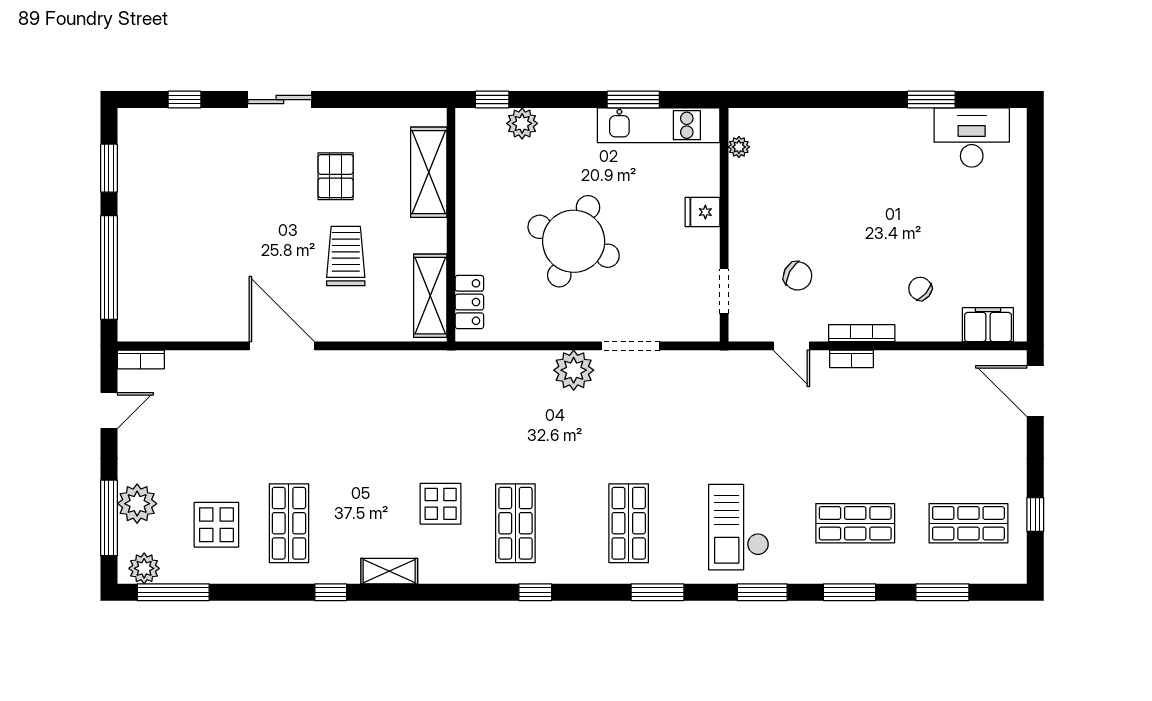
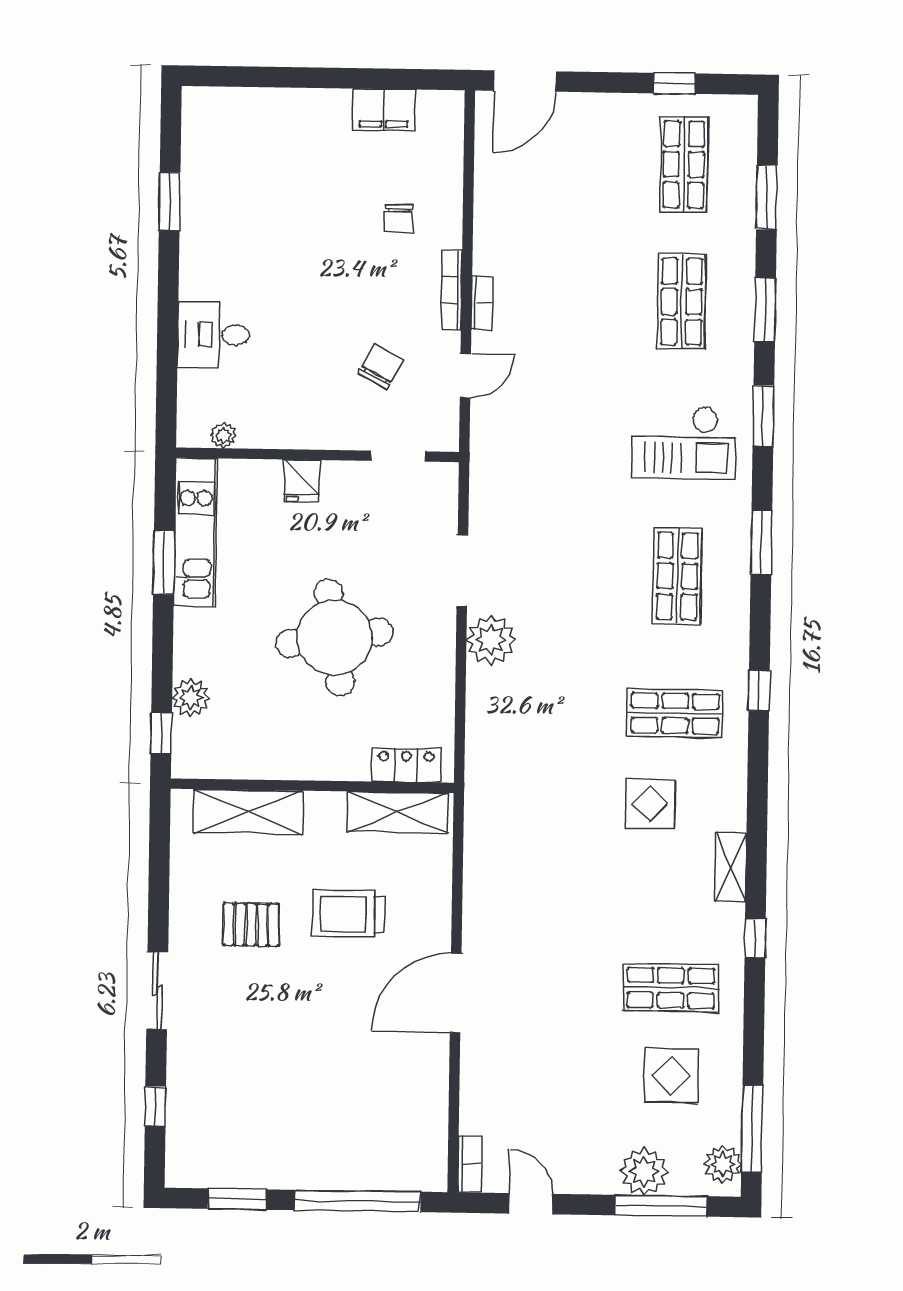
desk: (972, 138) -> (214, 335), moved, width x0.73
round table: (574, 241) -> (335, 637), turned -31
chair: (920, 289) -> (399, 218), turned -41
filing cabinet: (988, 325) -> (384, 110), moved, turned -90
shop shelf: (629, 523) -> (677, 576), turned 90

